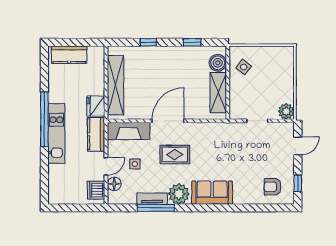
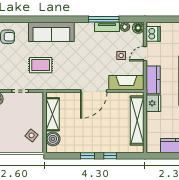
window: (192, 42) -> (88, 156), moved
rug: (175, 155) -> (41, 65), moved
floor lamp: (114, 184) -> (138, 28), moved
sofa: (212, 193) -> (51, 32), width x1.36
plant: (179, 194) -> (125, 27), moved, width x0.53, depth x0.53

